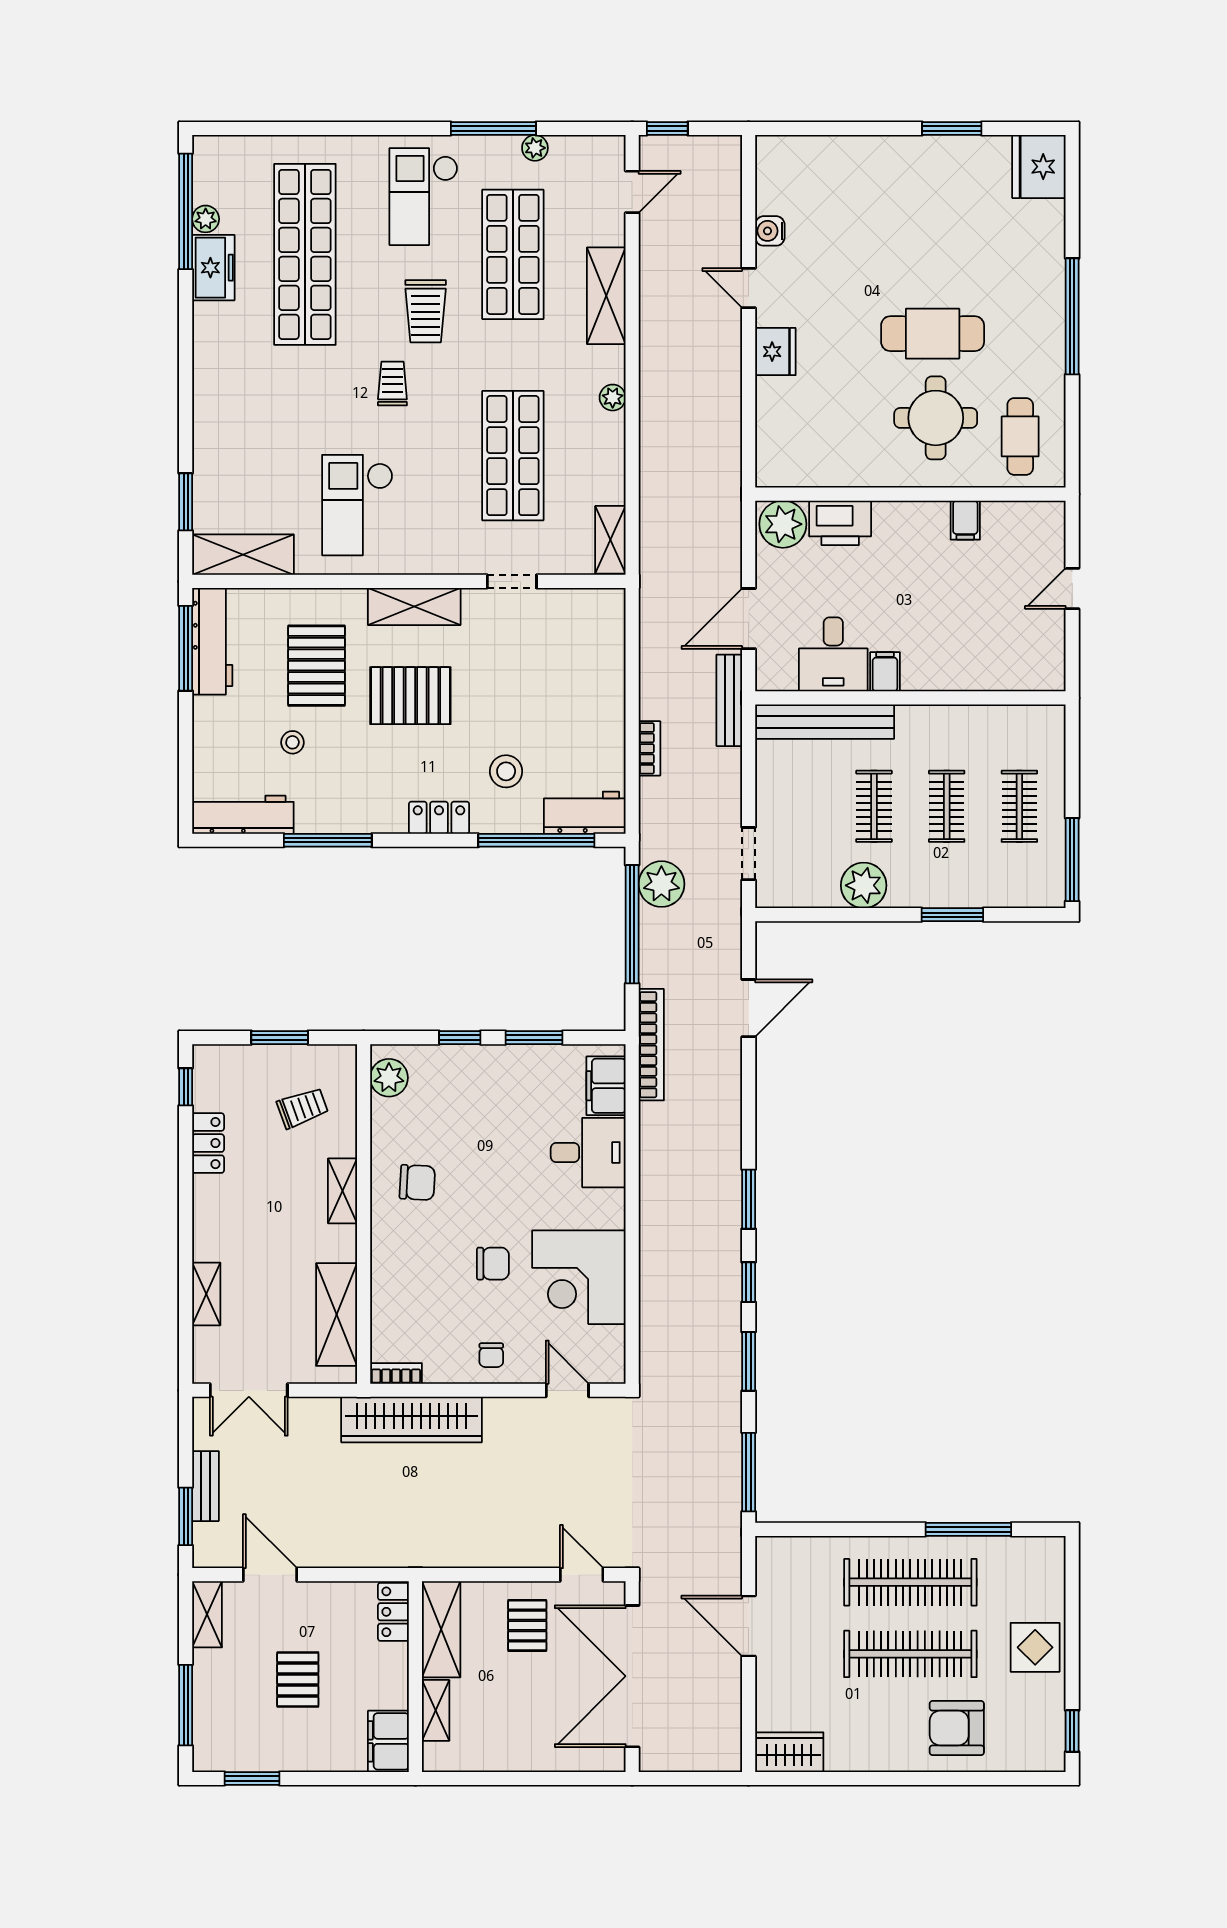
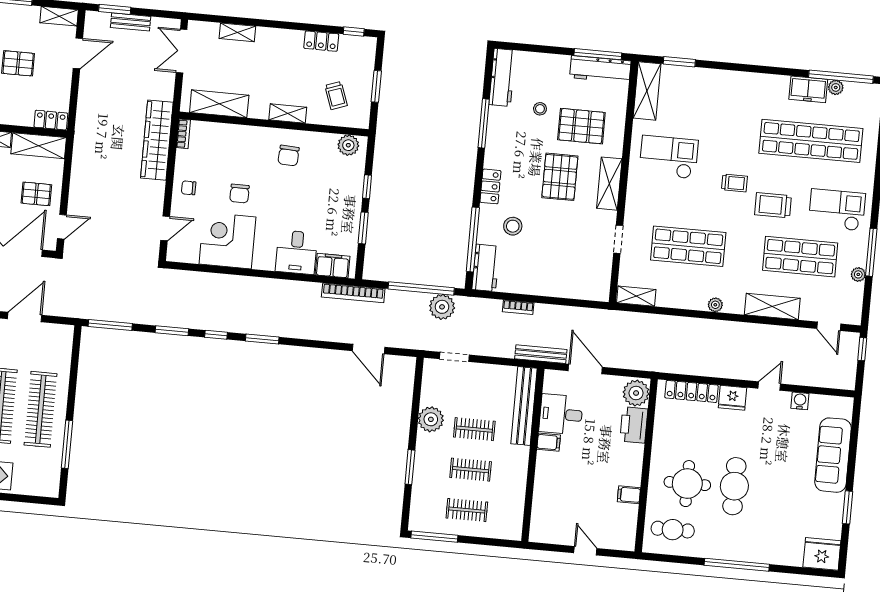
sofa: (861, 163) -> (833, 455), added
locker: (771, 426) -> (691, 391), added

